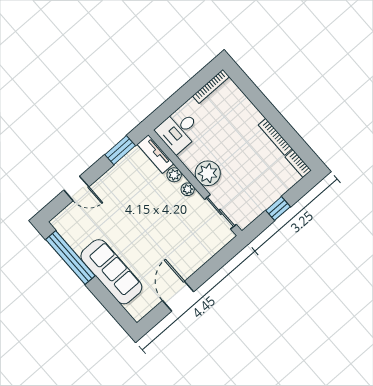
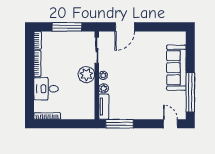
desk: (179, 131) -> (46, 89), moved, turned 180
window: (120, 150) -> (120, 124), width x1.44
door: (76, 188) -> (170, 124), moved
window: (278, 209) -> (67, 27), width x2.17
door: (178, 296) -> (125, 27), moved

